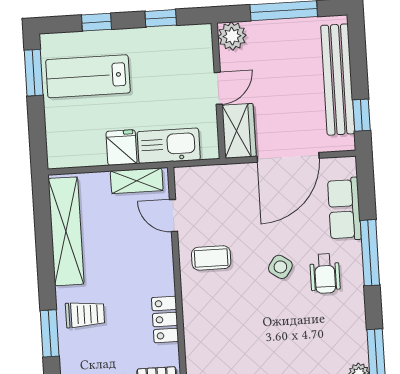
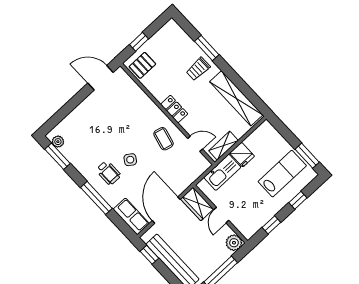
row of seats: (344, 209) -> (131, 216), moved
coffee table: (211, 258) -> (164, 139), turned -76
wheelchair: (325, 274) -> (108, 173), turned 180
locker: (165, 319) -> (174, 109), moved

